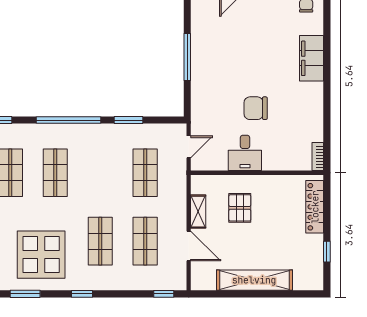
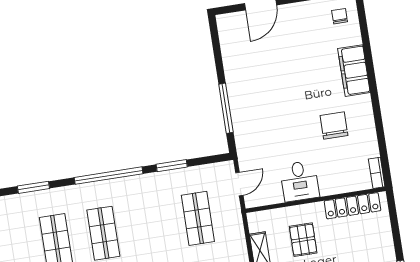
window: (187, 57) -> (226, 108), moved
chair: (256, 108) -> (334, 126), moved, turned 90
locker: (315, 207) -> (352, 206), moved, turned -90

